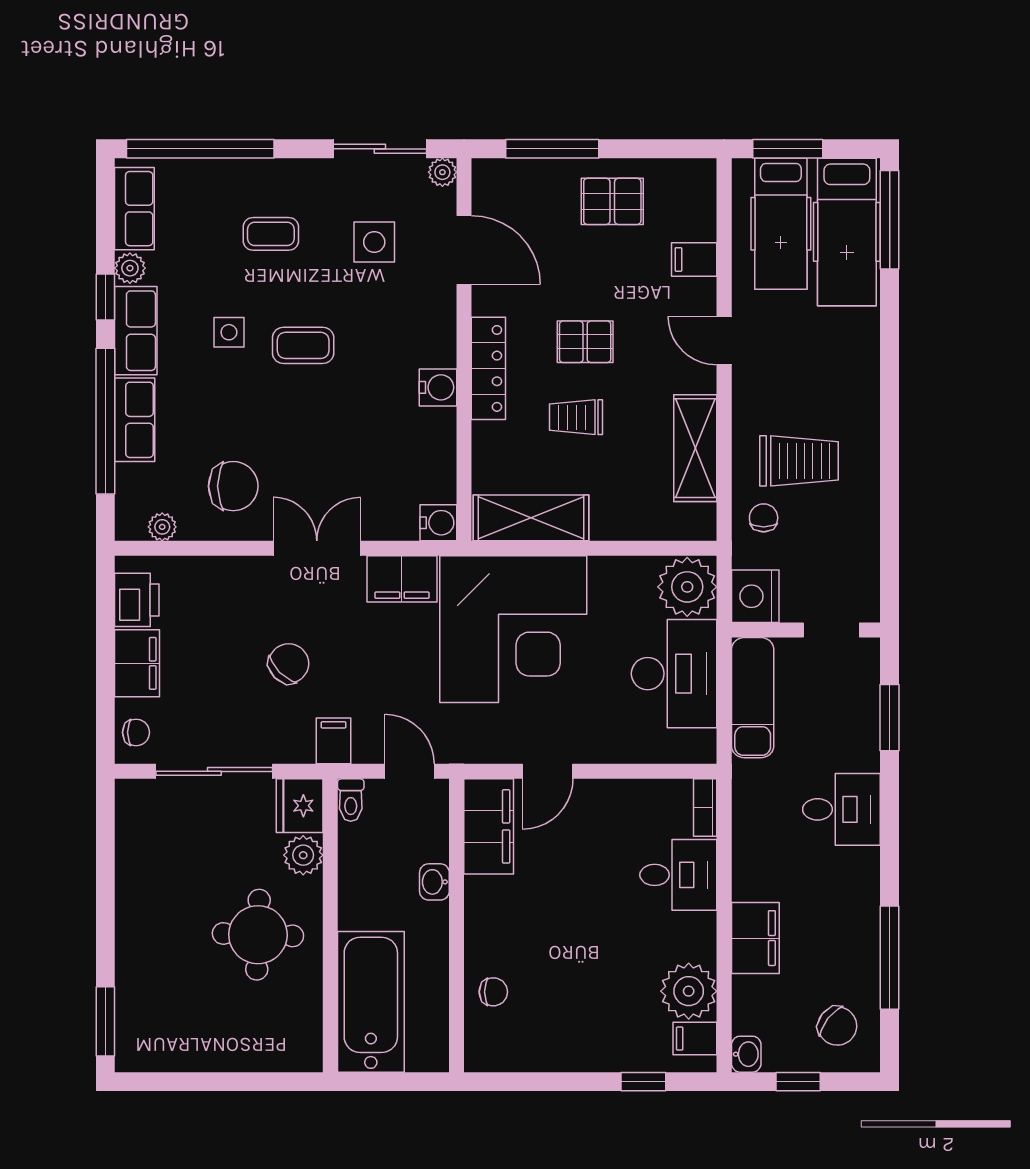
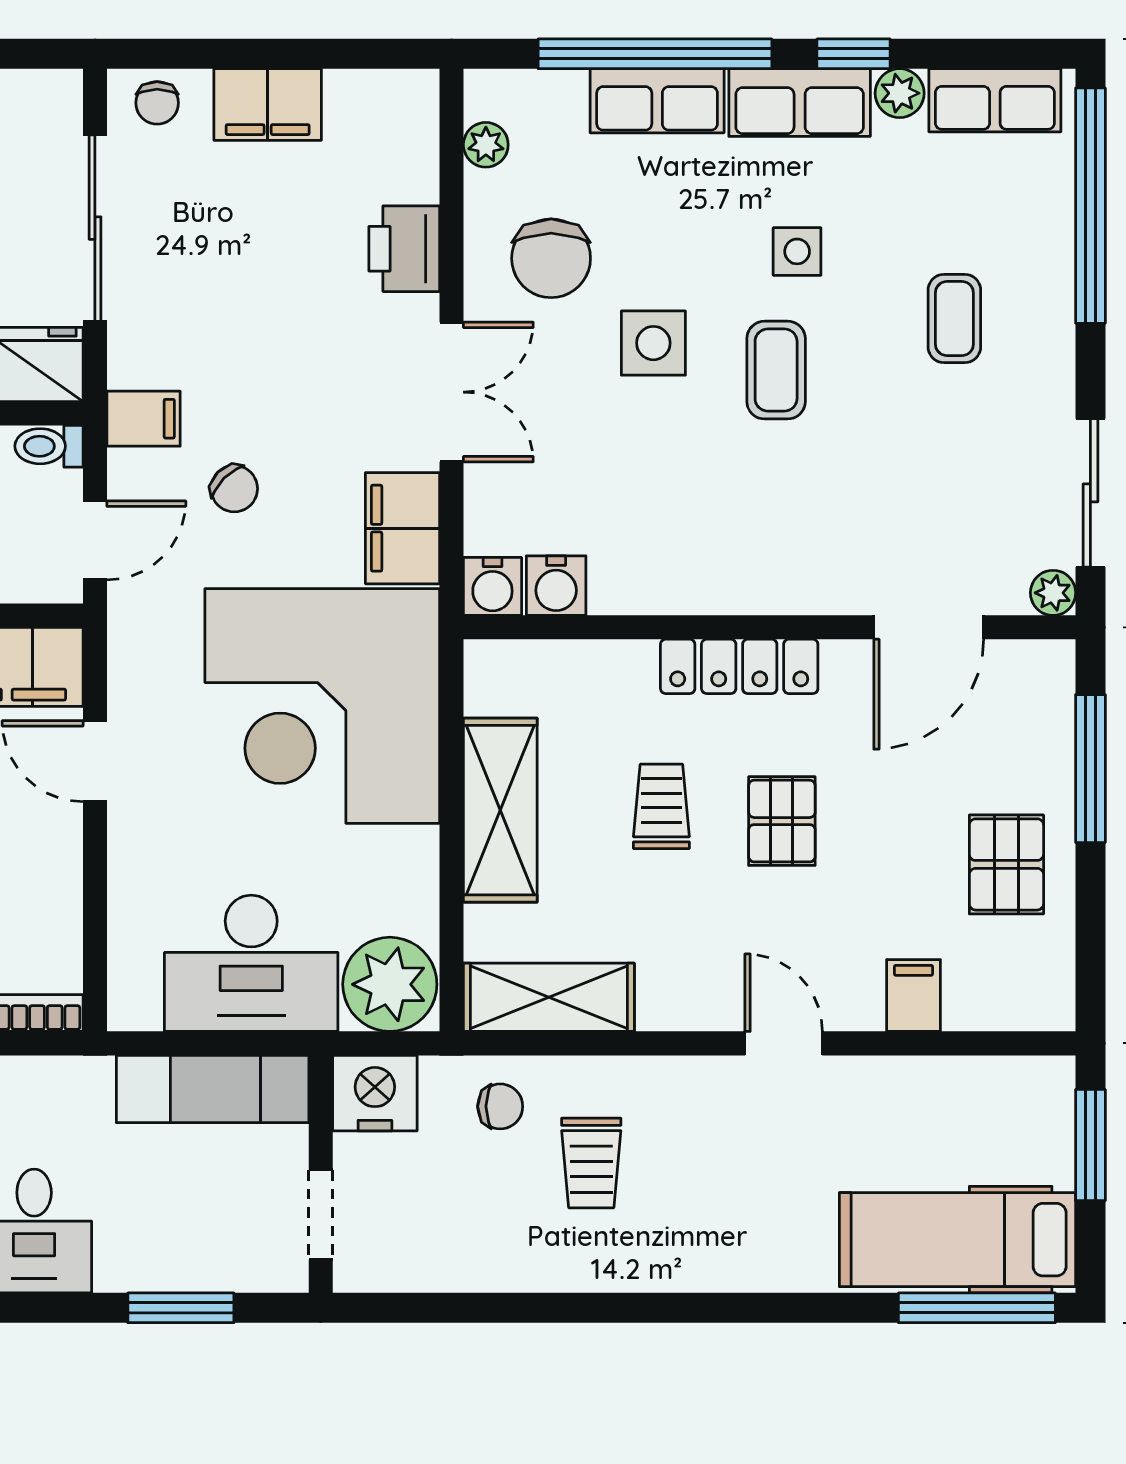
hospital bed: (781, 224) -> (971, 1134), removed
side table: (374, 242) -> (653, 343), moved
door: (724, 341) -> (784, 1043), hinge flipped
water cooler: (438, 387) -> (556, 586), moved
shelving: (695, 448) -> (549, 997), moved
trolley: (799, 461) -> (591, 1163), width x0.73, depth x0.72
shelving: (531, 518) -> (500, 810), moved
printer: (137, 600) -> (404, 249), moved, turned 90
chair: (289, 664) -> (234, 489), moved, width x0.73, depth x0.73

